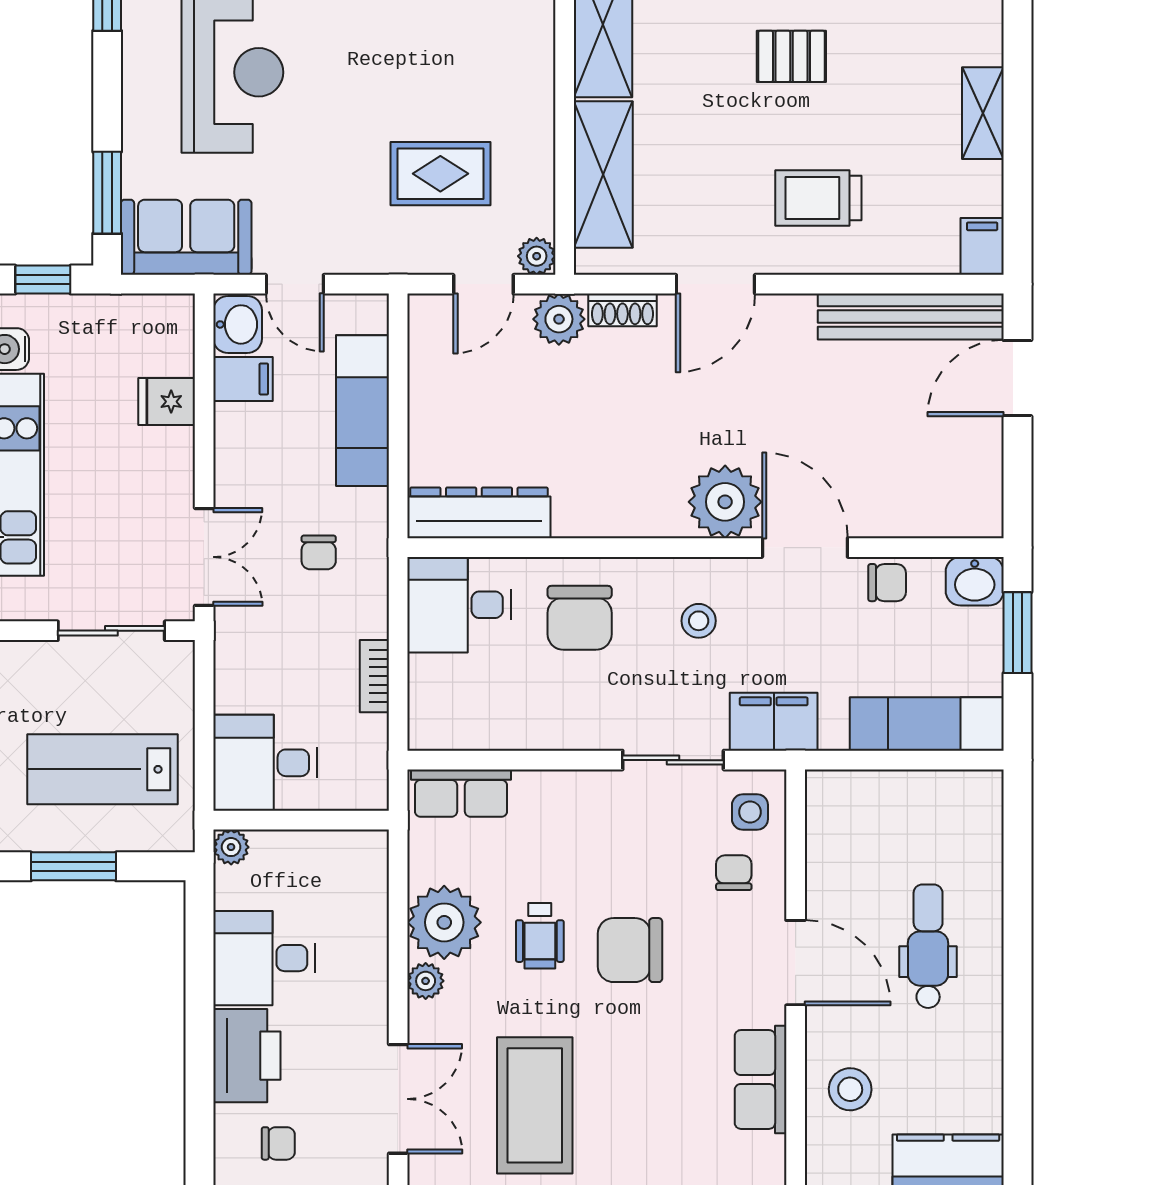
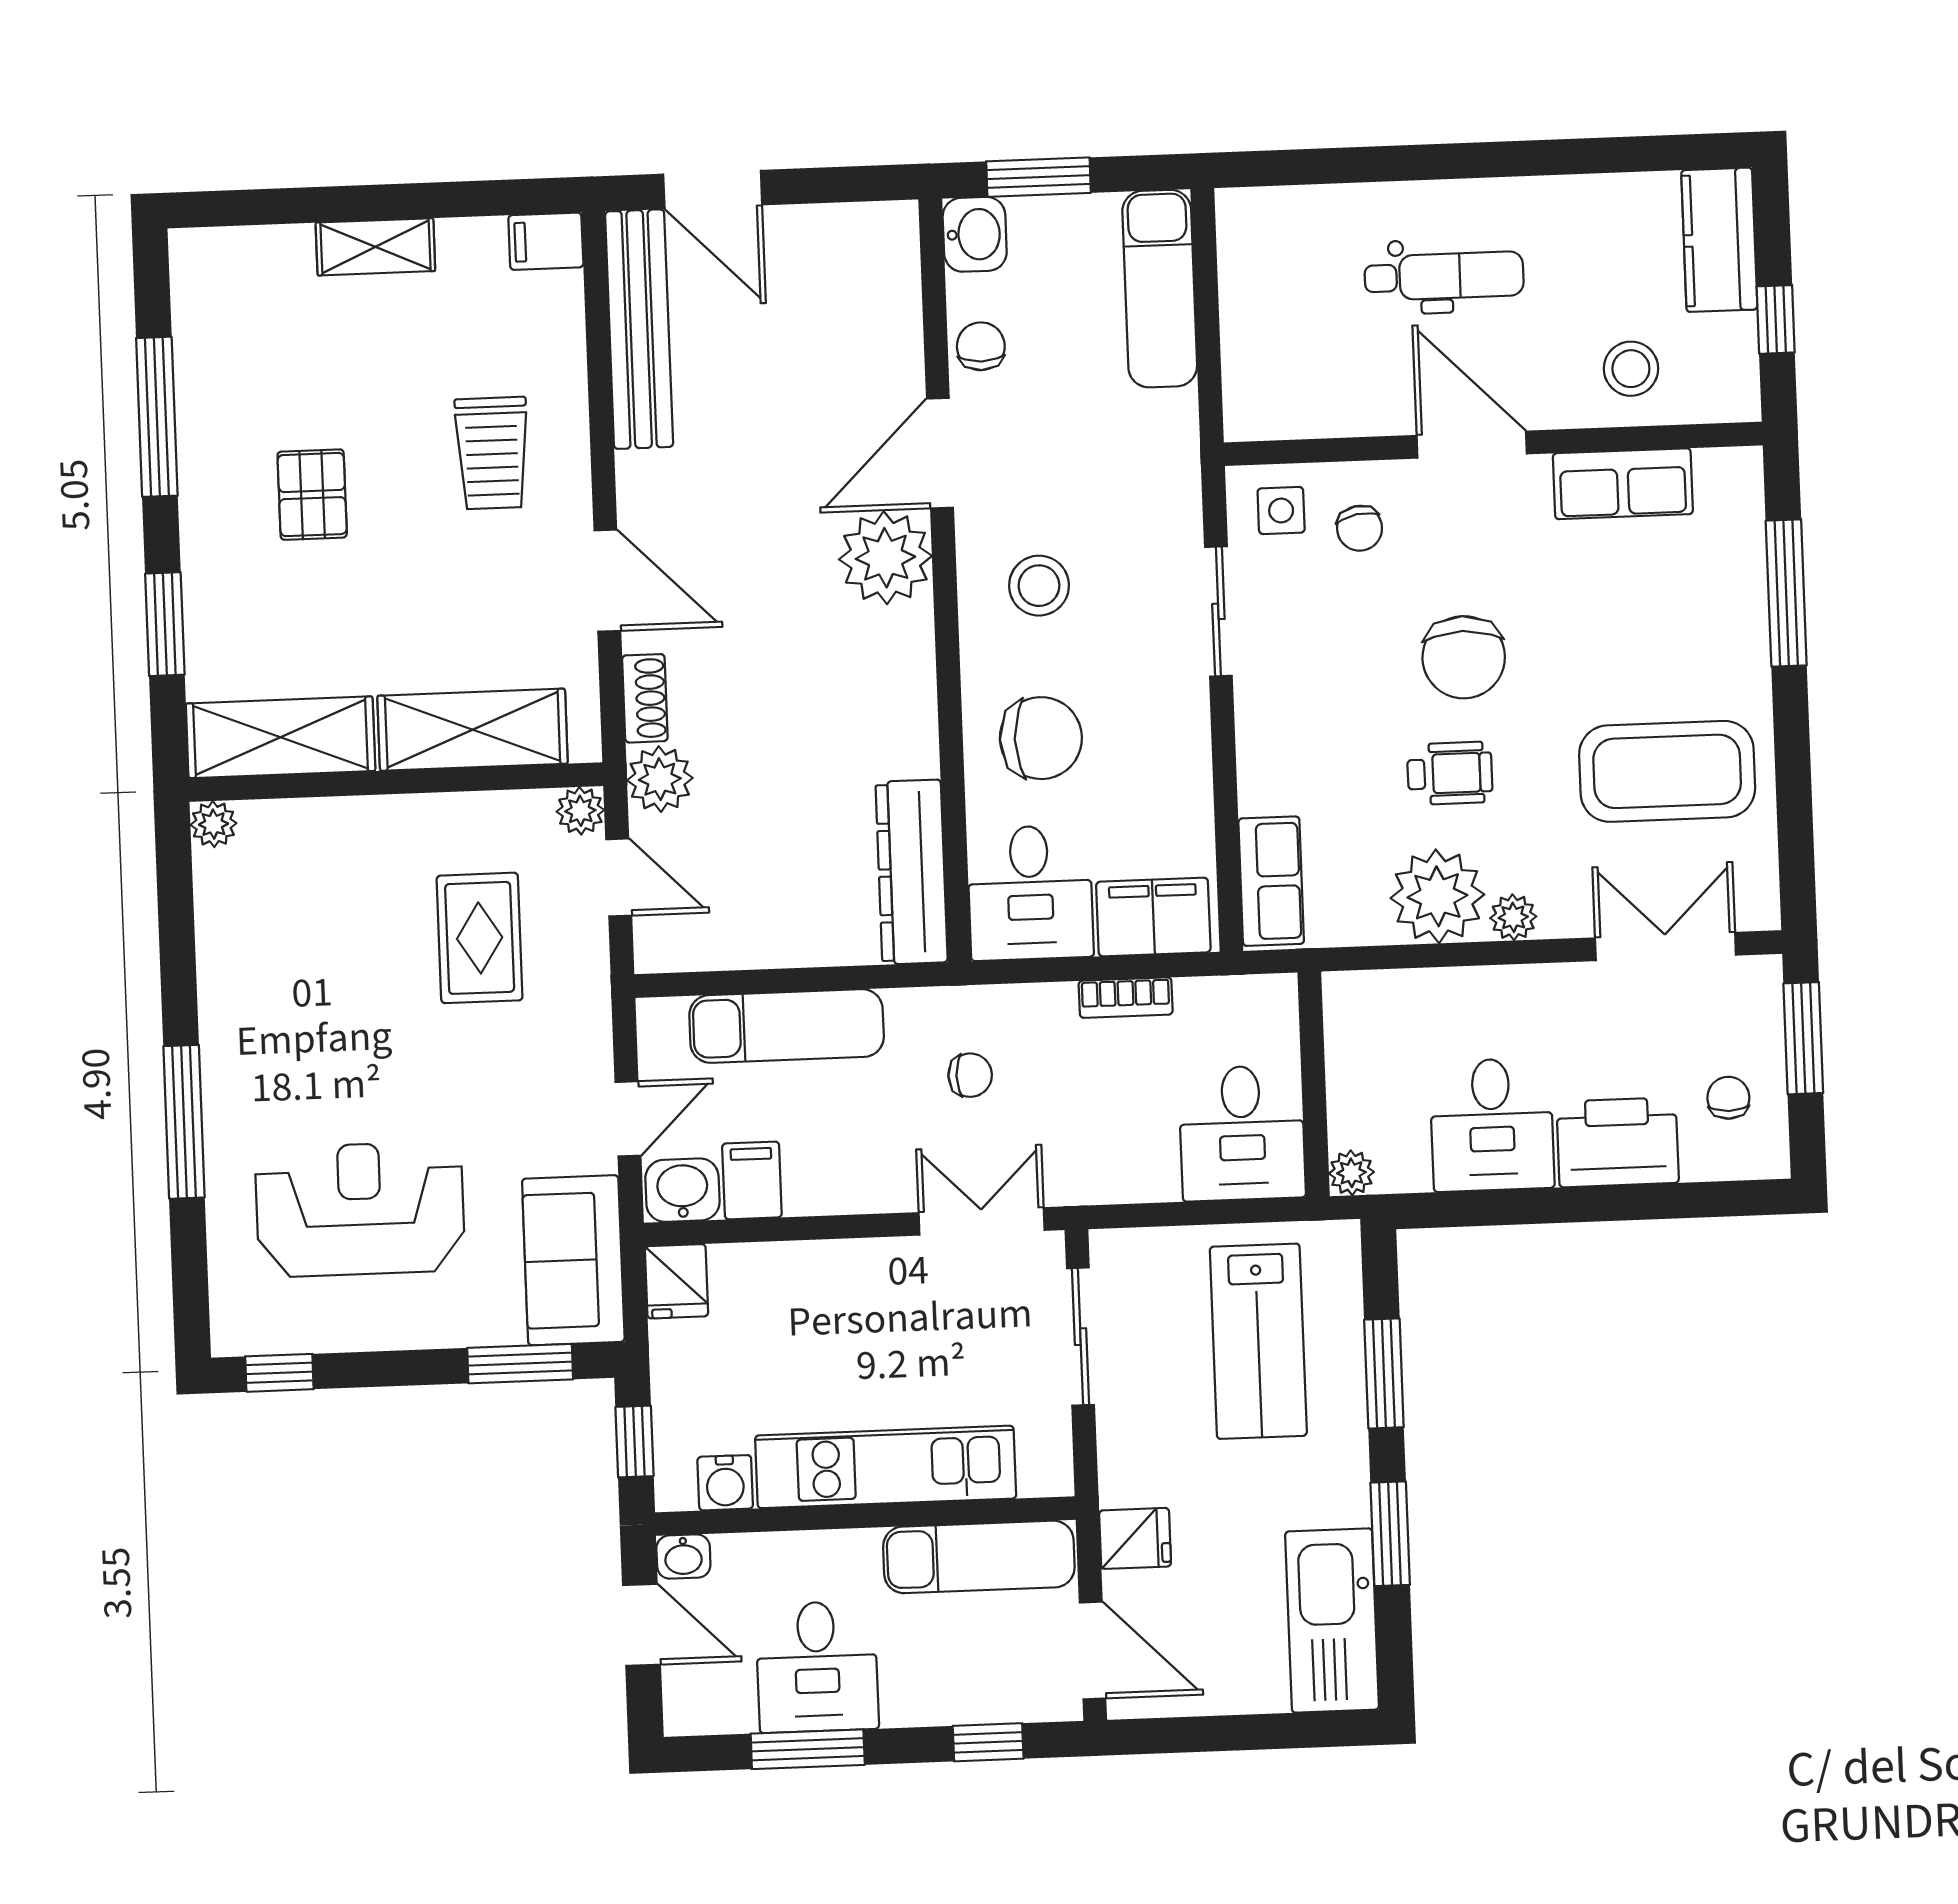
fridge: (167, 402) -> (676, 1281), moved
stool: (699, 621) -> (1039, 586), width x1.37, depth x1.37
filing cabinet: (774, 722) -> (1153, 917), moved, turned 90
chair: (734, 873) -> (1360, 528), turned -100
dental chair: (928, 946) -> (1444, 276), turned 180
door: (796, 963) -> (1472, 445), hinge flipped

